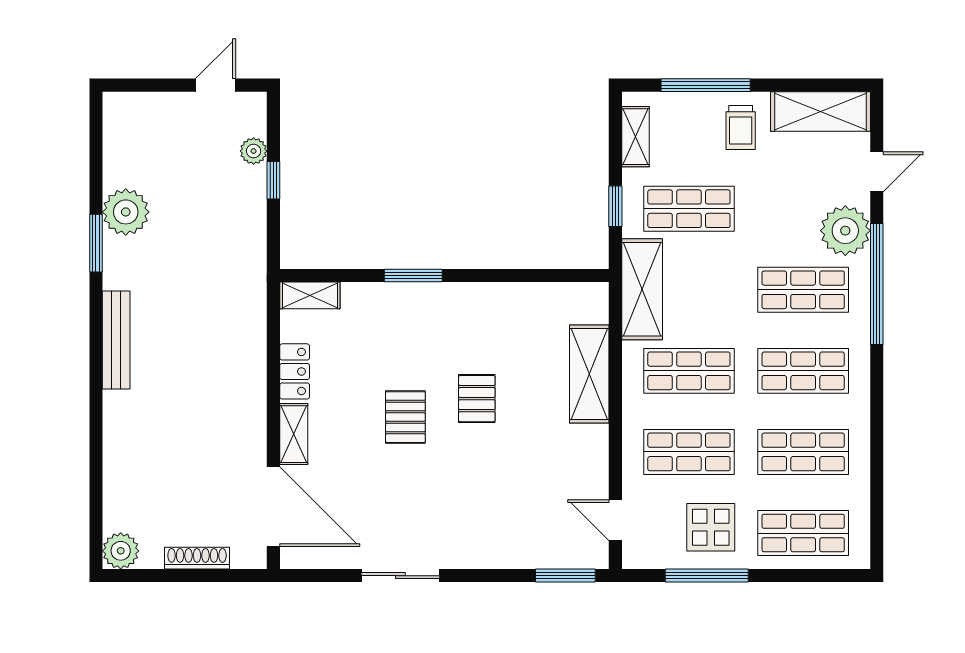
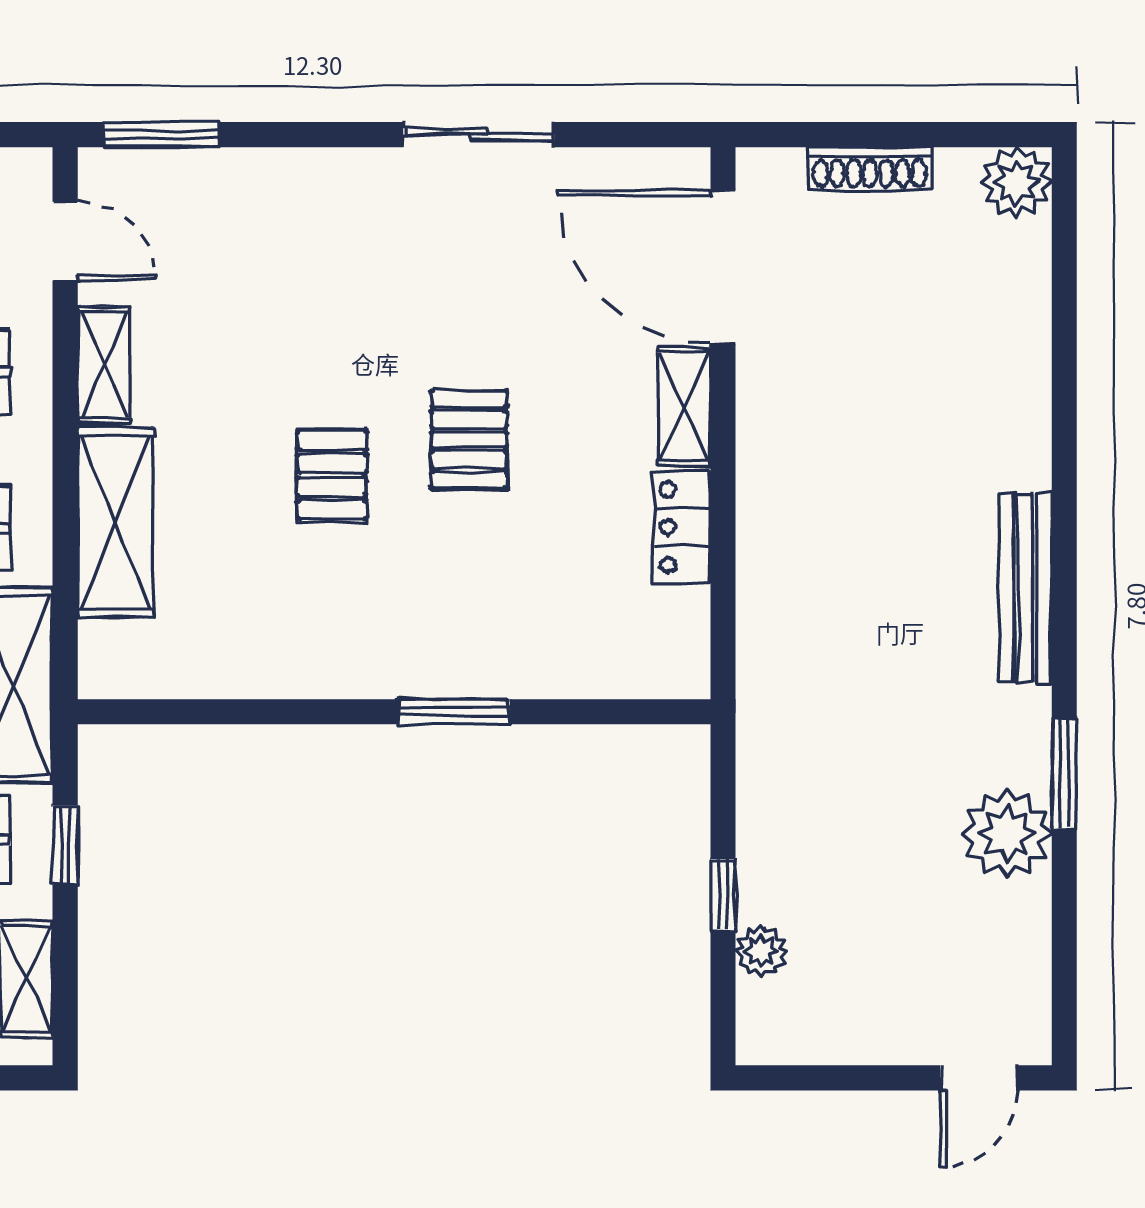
door: (216, 85) -> (979, 1078), moved
shelving: (310, 295) -> (104, 365), moved, turned 90

